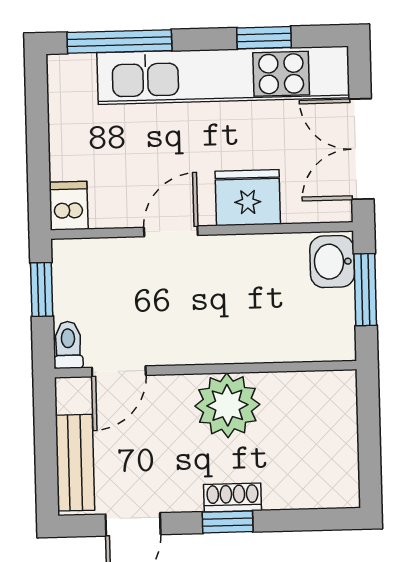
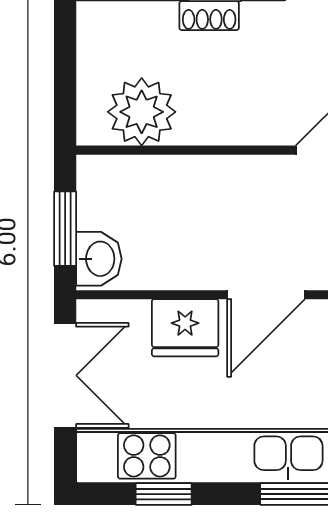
door: (171, 231) -> (266, 295), width x1.38
plant: (227, 405) -> (142, 112), moved

